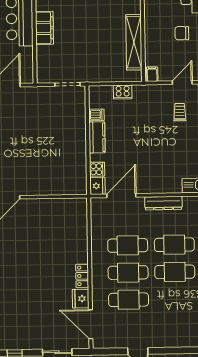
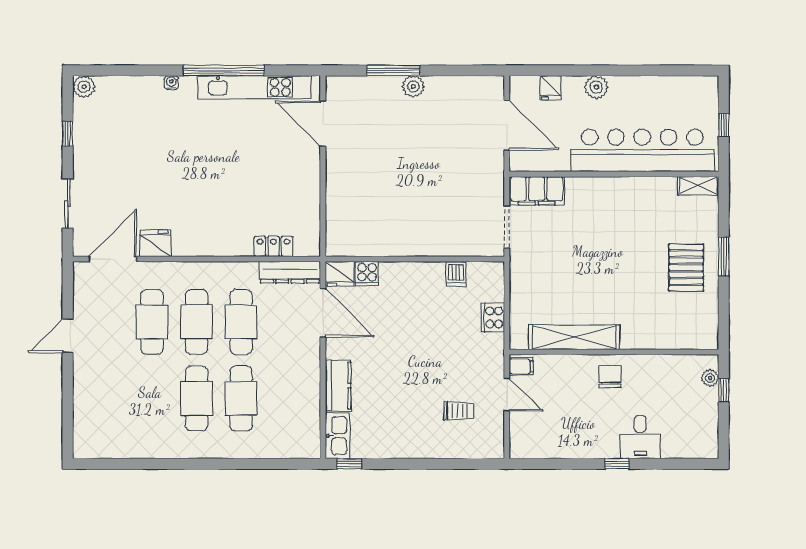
filing cabinet: (44, 28) -> (537, 191), moved
chair: (182, 33) -> (610, 377), moved
door: (182, 83) -> (507, 395), moved
kitchen counter: (97, 137) -> (338, 386), moved, turned -90
dresser: (163, 203) -> (290, 272), moved, turned -90
locker: (82, 276) -> (274, 246), moved

